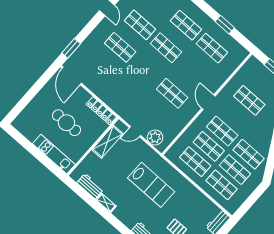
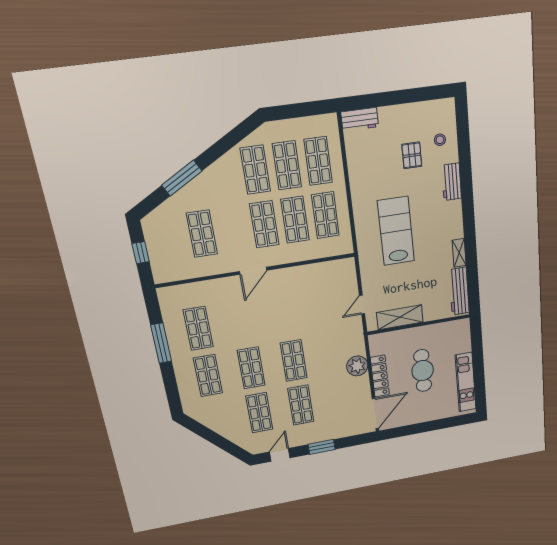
window: (225, 25) -> (161, 343), width x1.44
window: (71, 48) -> (322, 447), moved
shop shelf: (172, 93) -> (294, 360), moved
locker: (101, 111) -> (380, 376), moved
door: (135, 131) -> (362, 305), swing flipped
plant: (155, 137) -> (357, 366), moved
kitchen unit: (54, 154) -> (466, 382), moved
workbench: (90, 186) -> (459, 291), width x1.38

